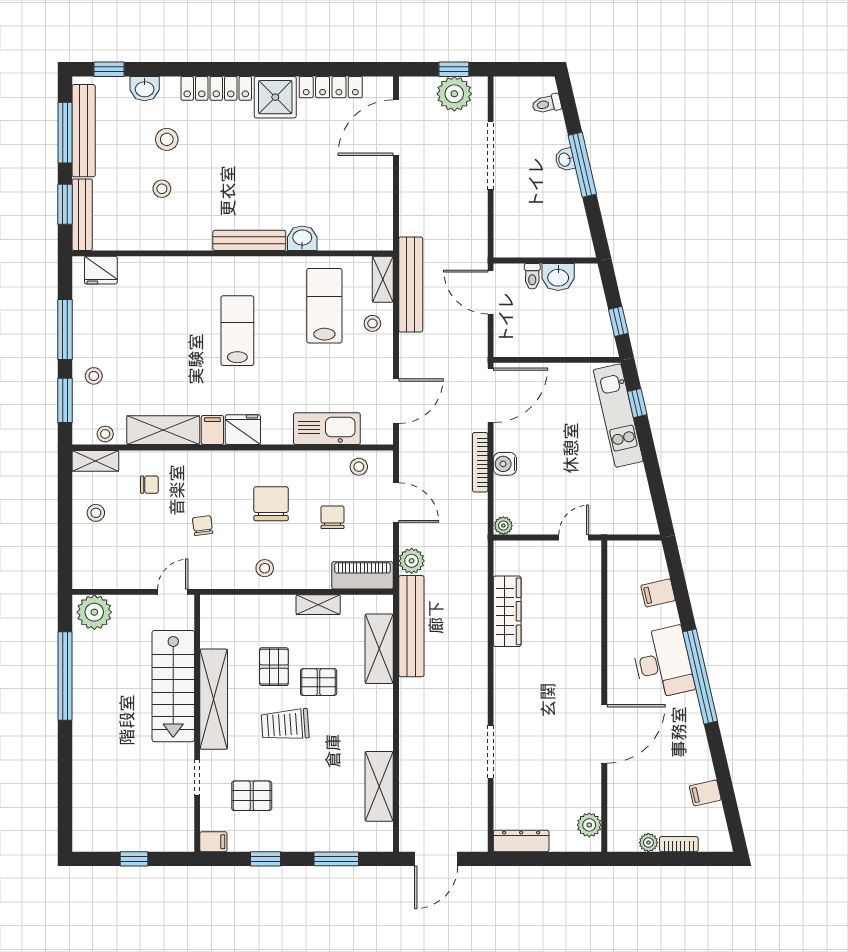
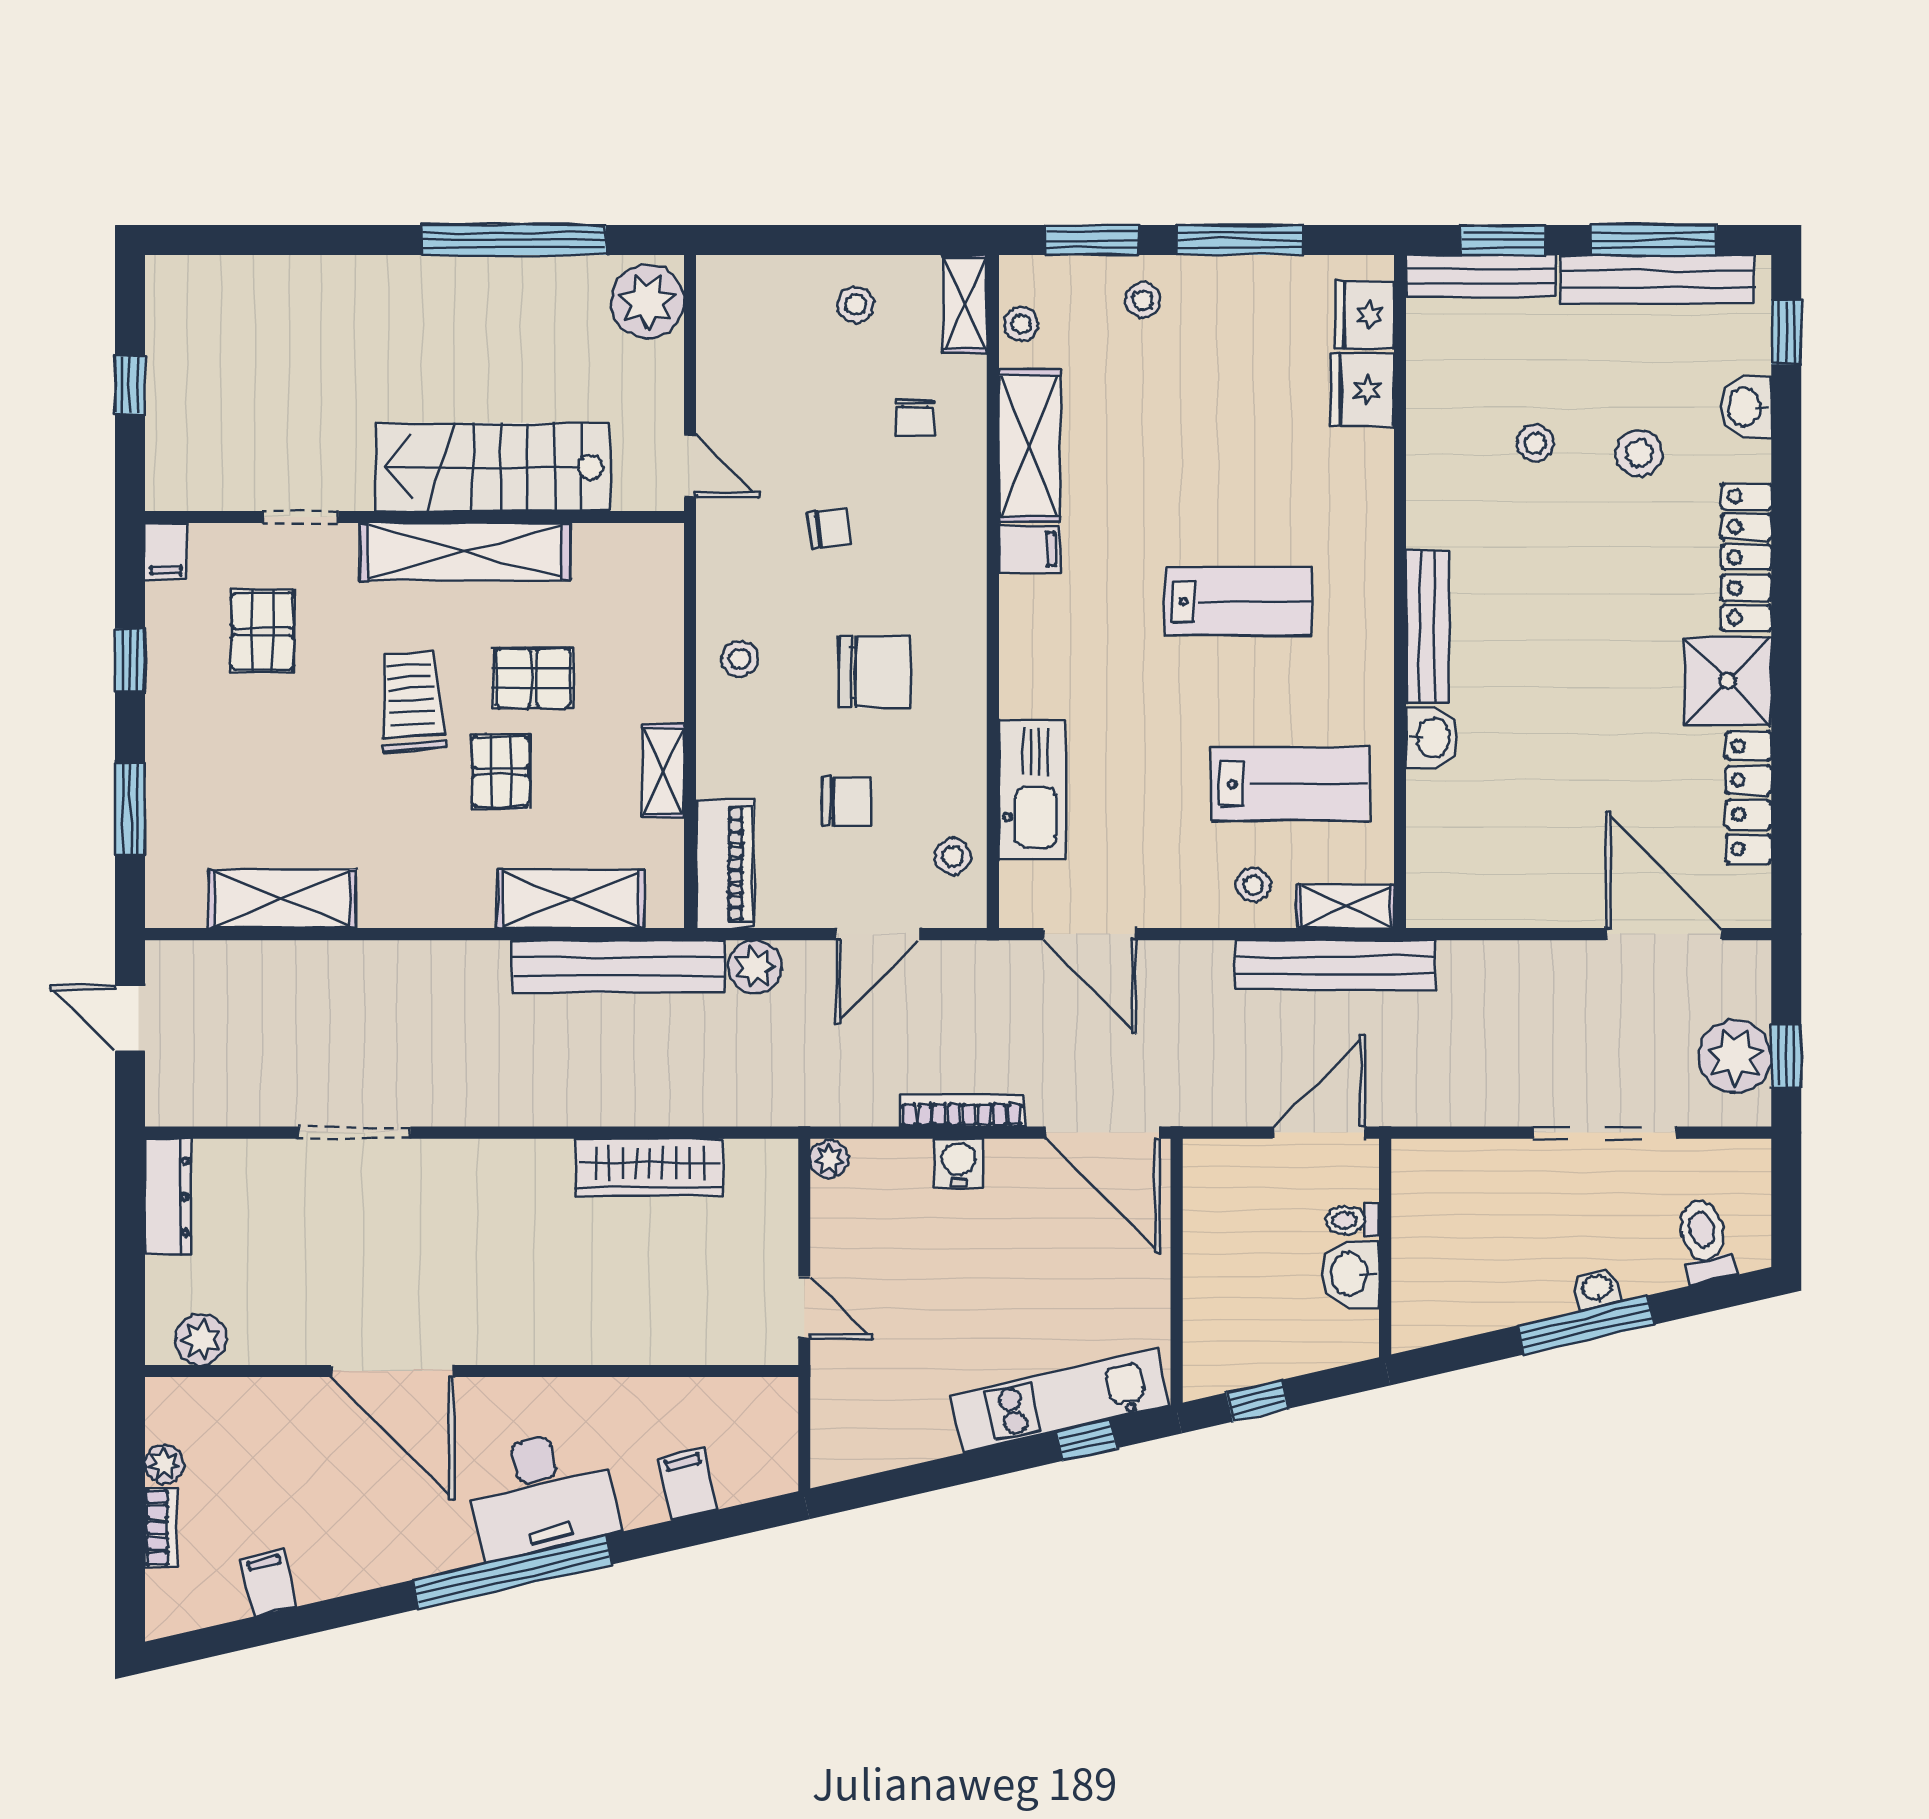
toilet: (547, 104) -> (1705, 1241), width x1.37, depth x1.39
fridge: (243, 430) -> (1363, 390), moved, turned 180
door: (436, 859) -> (130, 1019), width x0.73

